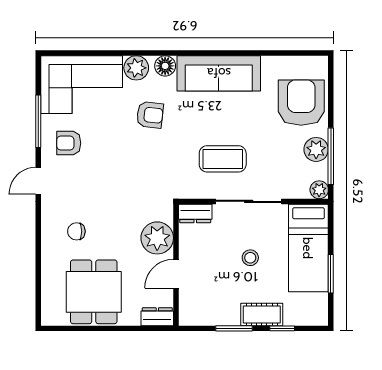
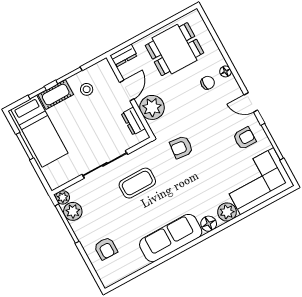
armchair: (301, 103) -> (106, 248), width x0.53, depth x0.53
armchair: (150, 115) -> (181, 147), moved
plant: (316, 149) -> (73, 211), moved
door: (38, 181) -> (251, 102), swing flipped
dresser: (195, 213) -> (133, 121), moved, turned -90
floor lamp: (48, 233) -> (225, 71), added
bed: (308, 248) -> (39, 131), moved, turned 180
stool: (250, 258) -> (87, 89), moved
dining table: (94, 292) -> (175, 49), turned 90

